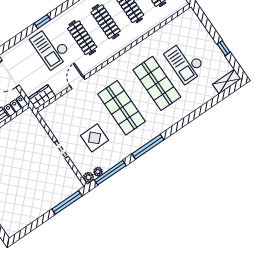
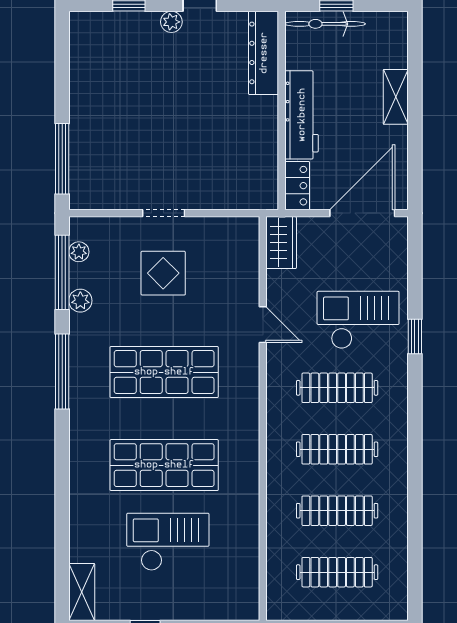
display table: (95, 138) -> (163, 273), moved
plant: (89, 177) -> (80, 301), moved

